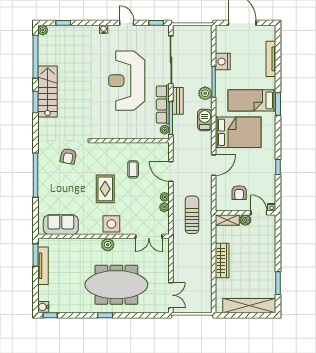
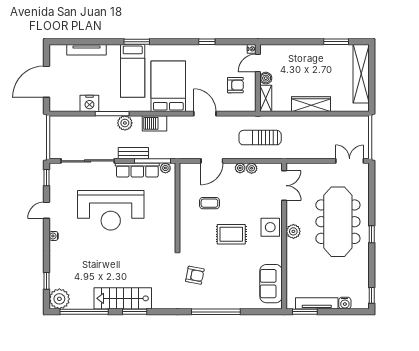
plant: (43, 30) -> (59, 299), width x1.88, depth x1.88
water cooler: (43, 307) -> (345, 303), moved

